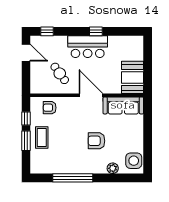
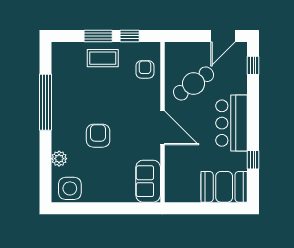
window: (96, 31) -> (253, 160), moved
cafe table: (60, 73) -> (194, 84), width x1.37, depth x1.35
booth: (133, 77) -> (224, 187), moved
door: (91, 95) -> (162, 128), hinge flipped
sofa: (123, 105) -> (148, 181), width x0.73

